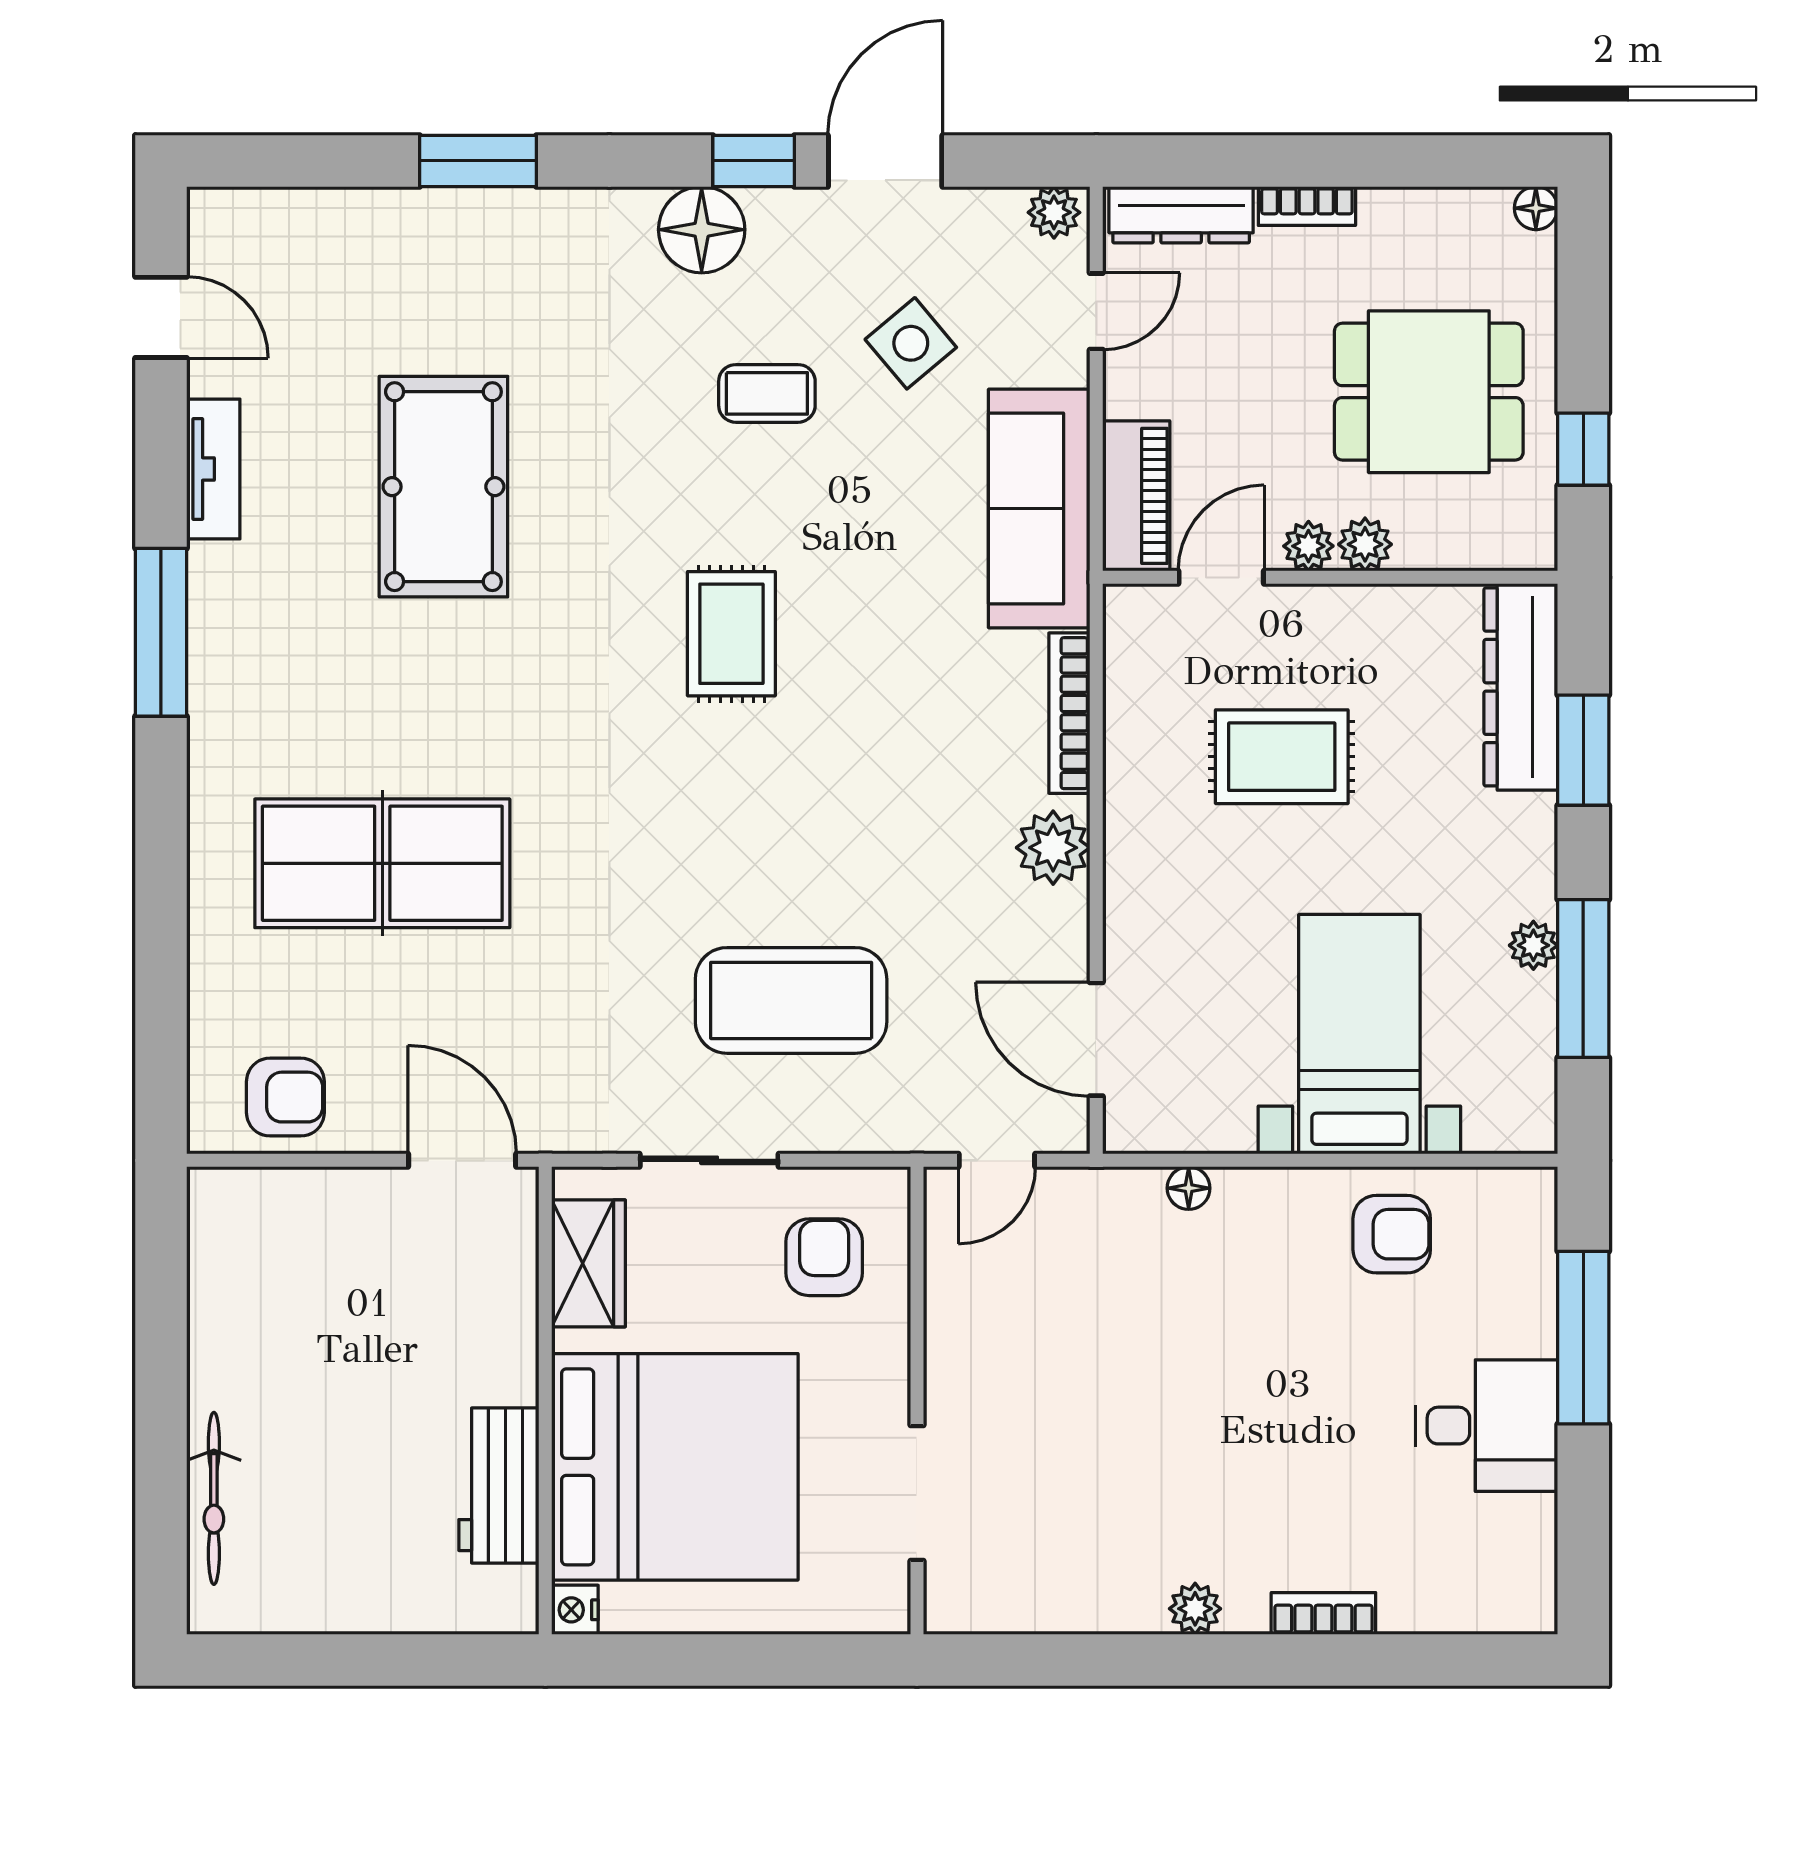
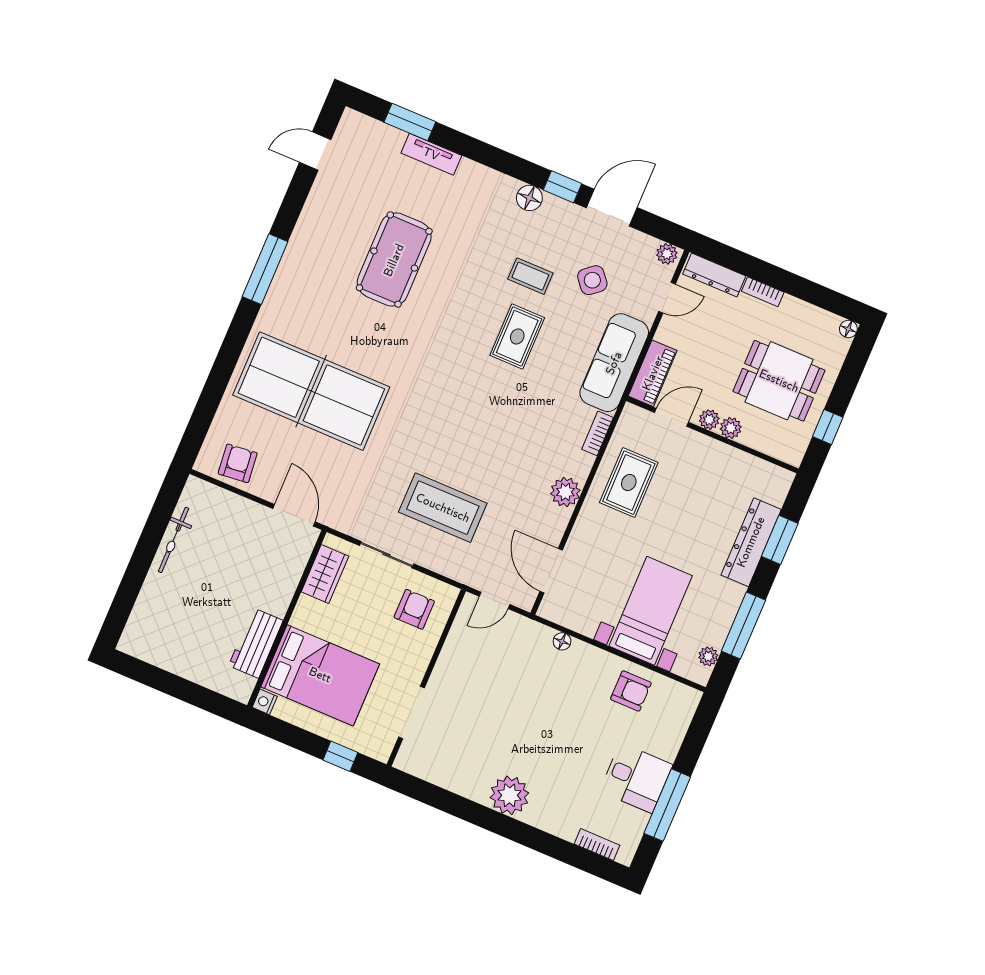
window: (478, 161) -> (410, 122), moved
floor lamp: (702, 230) -> (529, 198), width x0.73, depth x0.73
door: (161, 317) -> (315, 151), swing flipped
tv unit: (213, 469) -> (431, 154), moved, turned 90
rug: (731, 634) -> (517, 336), moved
dresser: (1521, 687) -> (751, 542), moved
bookcase: (1069, 713) -> (598, 433), width x0.64
rug: (1282, 757) -> (629, 483), moved, turned 90
table tennis table: (382, 863) -> (311, 391), width x1.36, depth x1.32
plant: (1533, 945) -> (708, 656), moved
armchair: (285, 1097) -> (238, 463), turned -96
window: (1583, 1338) -> (667, 805), moved
bed: (675, 1467) -> (320, 675), width x0.73
bicycle: (214, 1498) -> (173, 540), moved
plant: (1195, 1609) -> (509, 795), width x1.87, depth x1.87
bookcase: (1323, 1613) -> (597, 845), moved
window: (798, 1660) -> (340, 756), added

